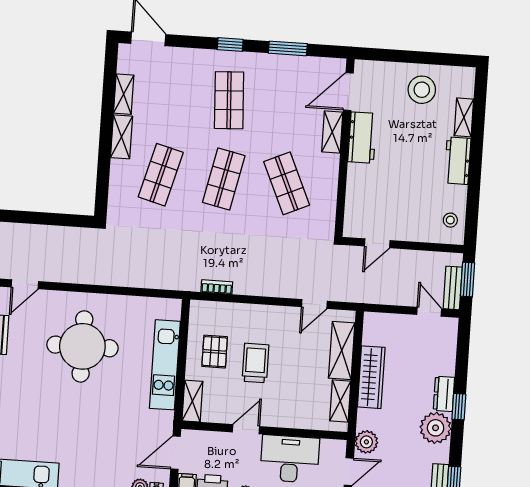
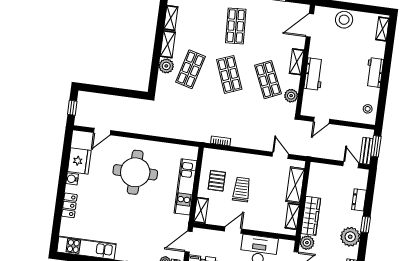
stool: (422, 90) -> (344, 20), moved
shelving: (464, 117) -> (382, 29), moved
shelving: (332, 132) -> (297, 62), moved
workbench: (362, 138) -> (314, 74), moved
plant: (121, 172) -> (166, 66), added
shop shelf: (224, 179) -> (229, 74), turned -33
plant: (326, 207) -> (291, 96), added
door: (314, 304) -> (280, 155), swing flipped
wardrobe: (371, 377) -> (311, 216), moved
dresser: (444, 394) -> (359, 200), moved

